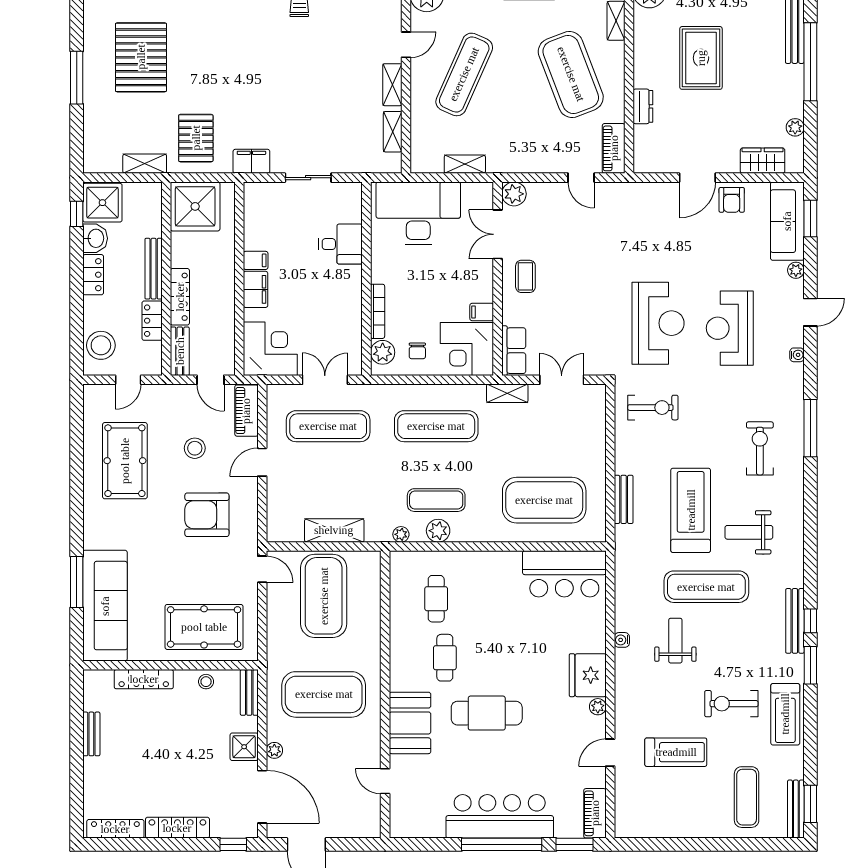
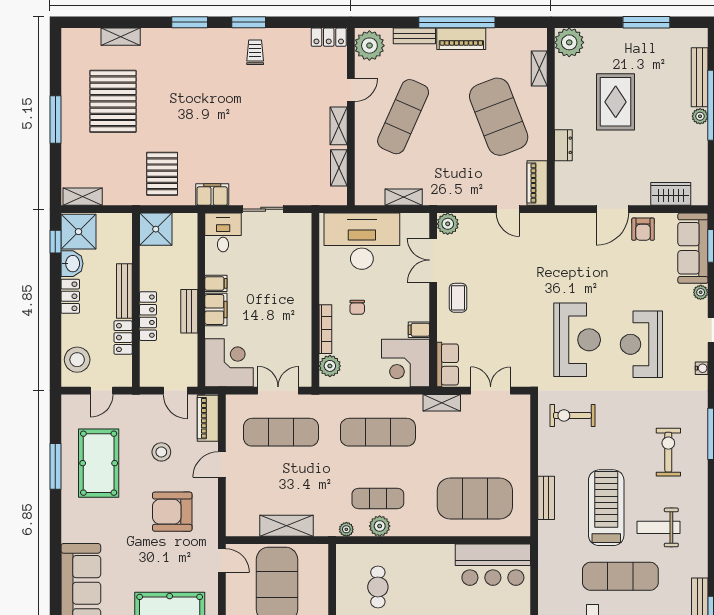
plant: (795, 127) -> (700, 116), moved
shelving: (145, 164) -> (83, 197), moved
shower: (195, 206) -> (156, 229), width x0.73, depth x0.73
desk: (340, 244) -> (223, 232), moved, turned -90
bench: (180, 351) -> (189, 311), moved
chair: (417, 351) -> (357, 307), moved
exercise bike: (653, 408) -> (572, 415), turned 180
window: (77, 582) -> (55, 466), moved

